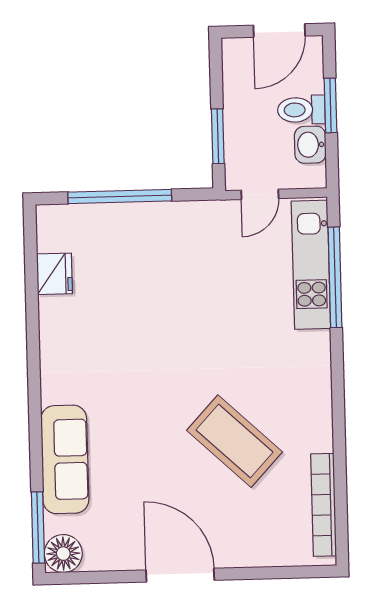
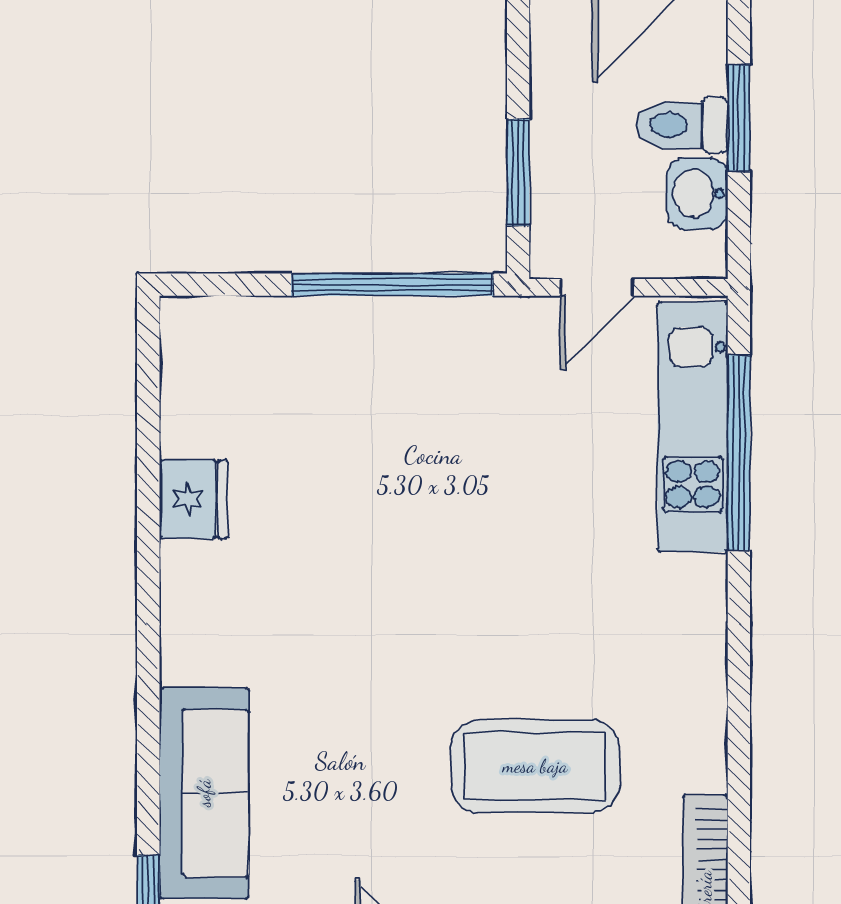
window: (120, 197) -> (392, 285), moved
fridge: (54, 274) -> (193, 499), moved
coffee table: (235, 441) -> (535, 766), turned -43

